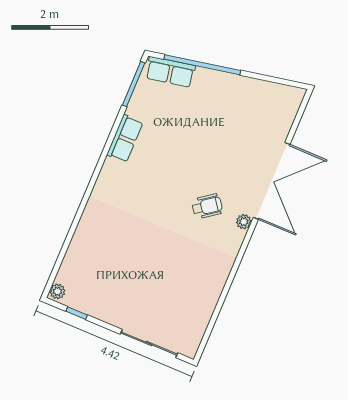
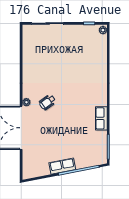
row of seats: (170, 72) -> (62, 166), moved

